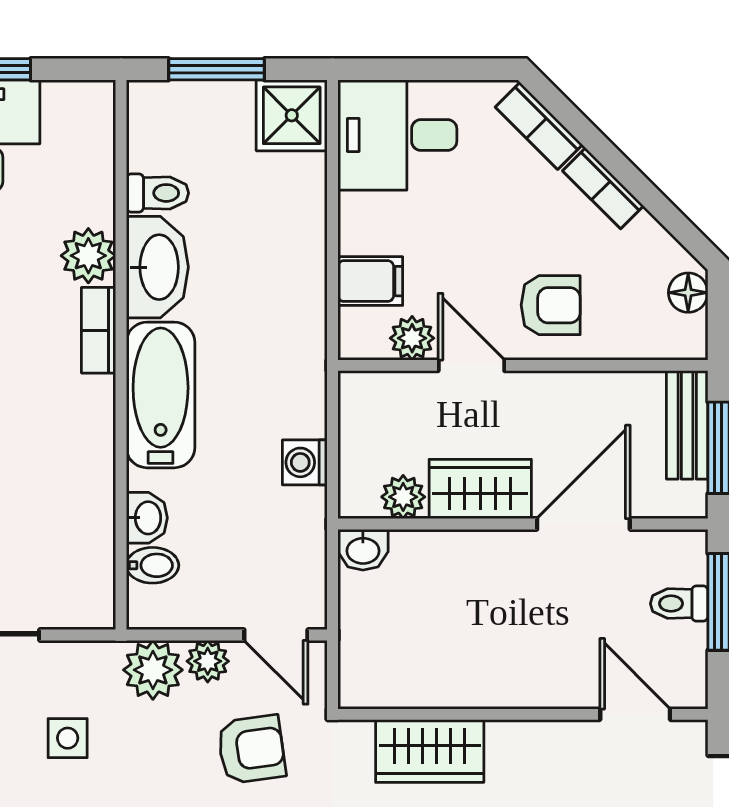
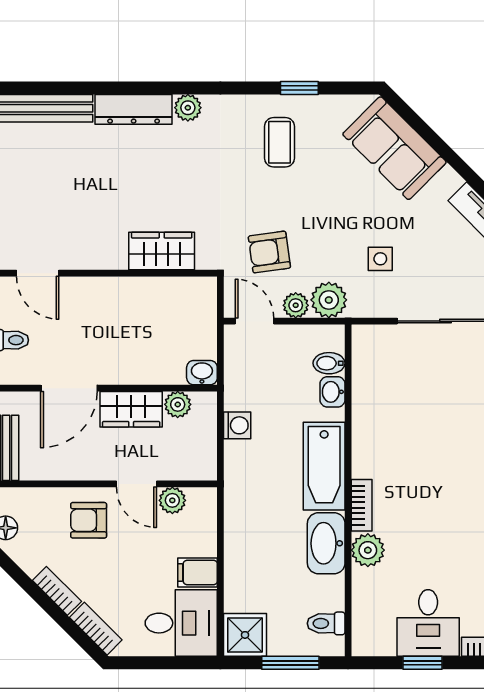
toilet: (157, 193) -> (326, 623), moved
filing cabinet: (370, 281) -> (198, 572), moved

